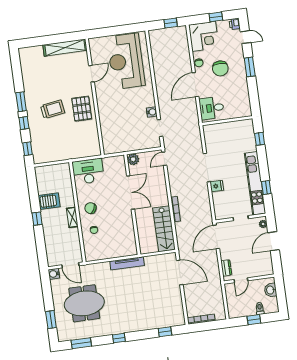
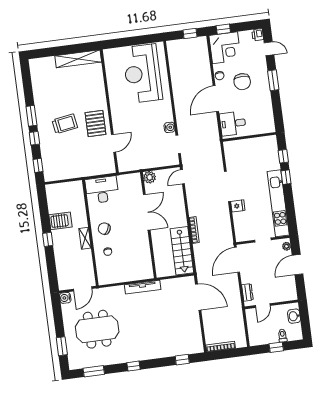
window: (216, 17) -> (223, 29), moved
door: (92, 74) -> (114, 143), moved
window: (266, 188) -> (286, 177), moved
door: (70, 265) -> (83, 289), hinge flipped

